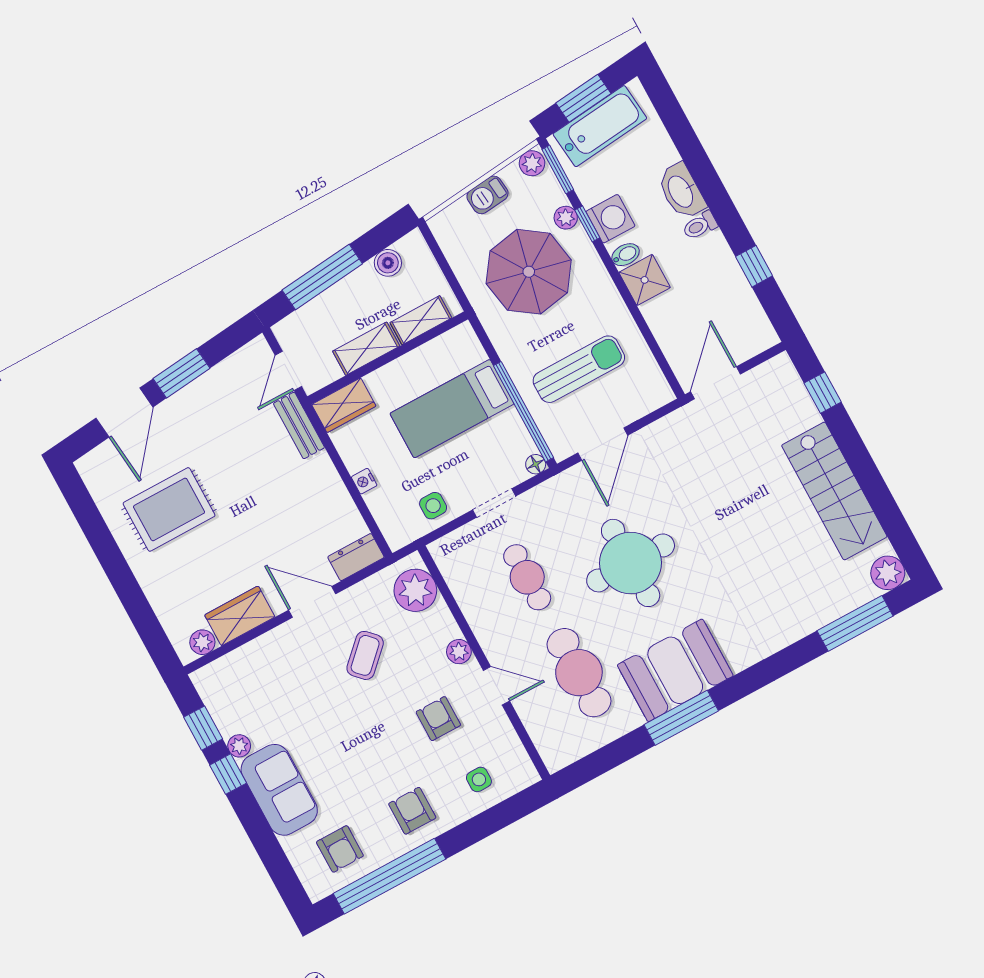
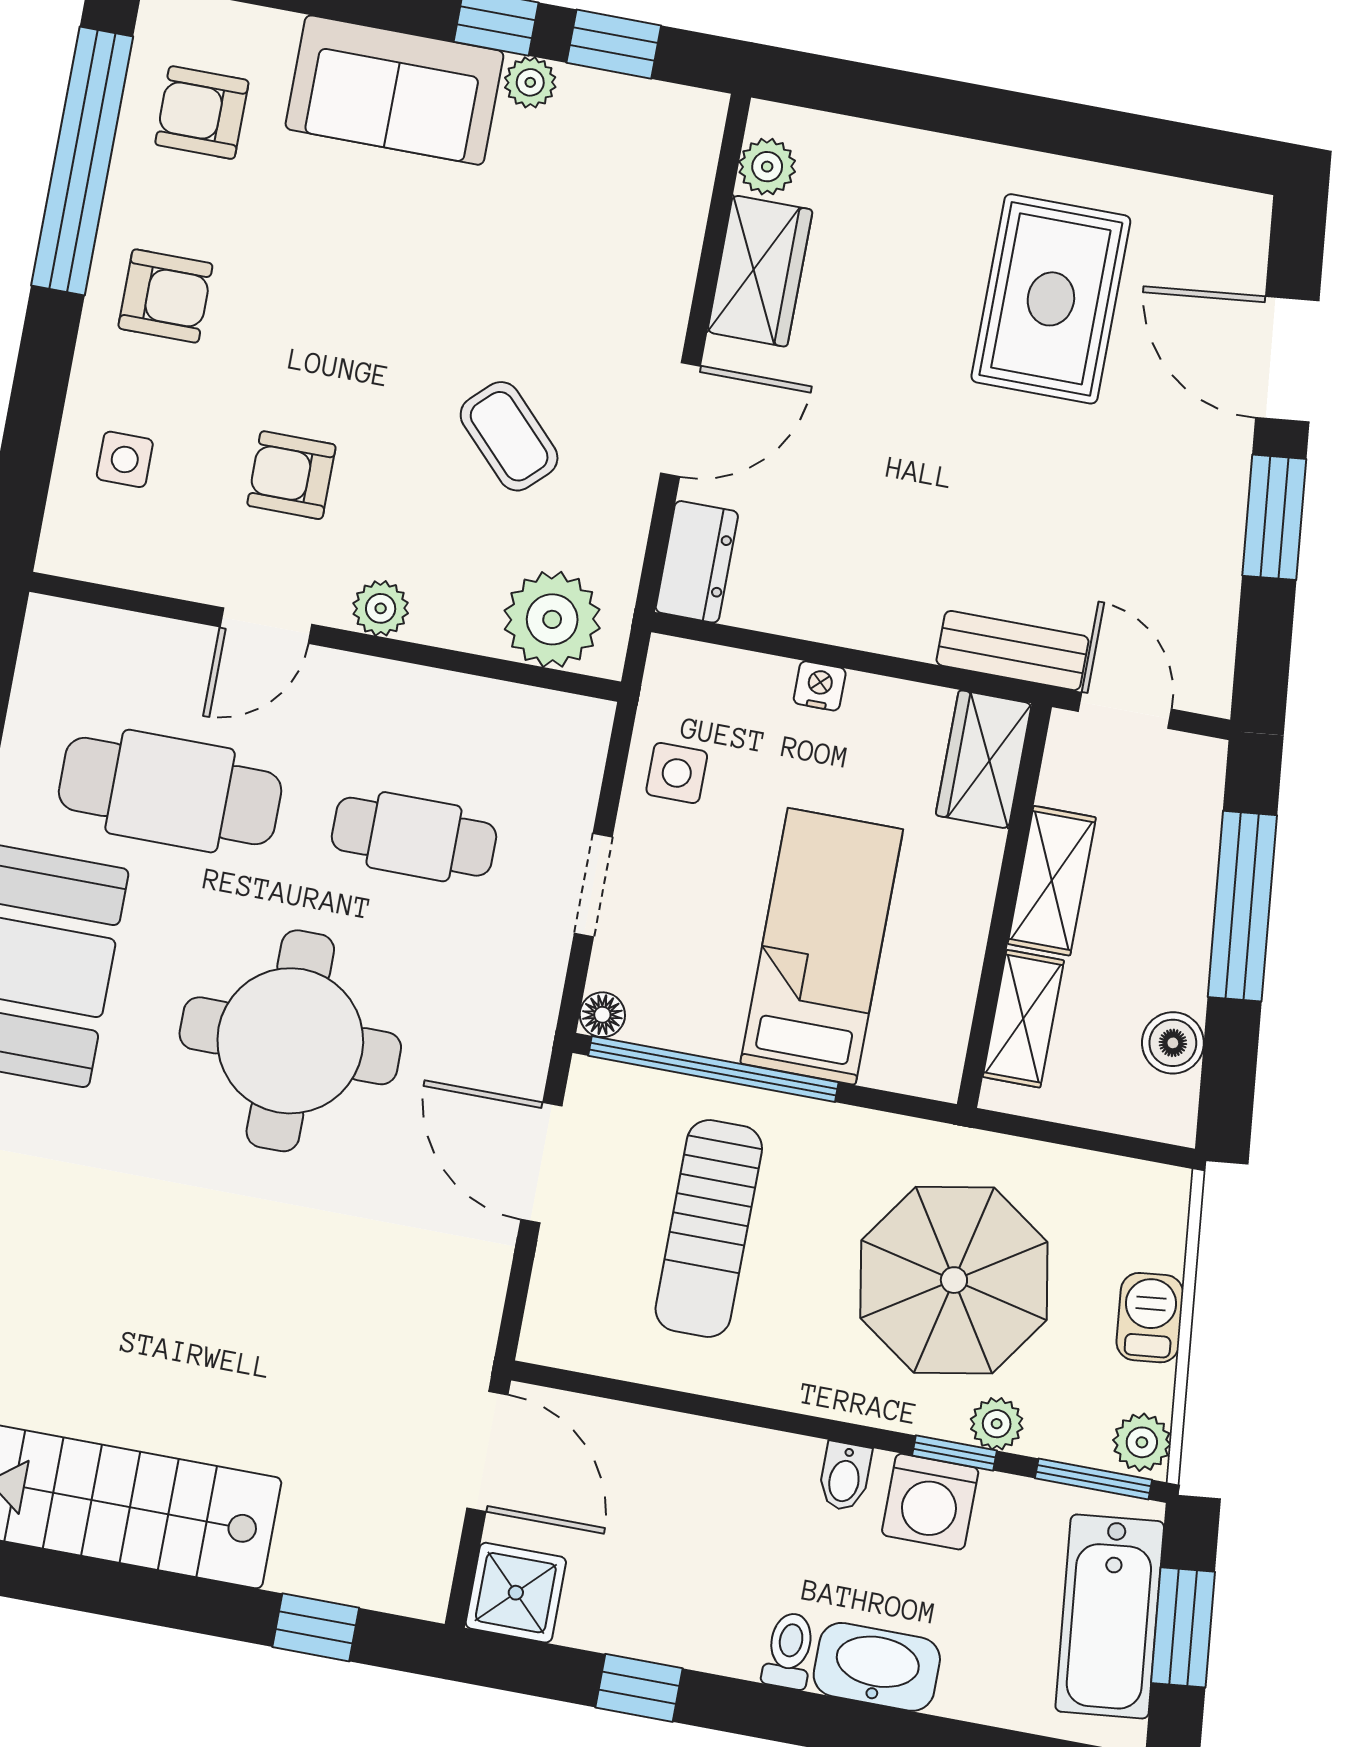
shower: (645, 280) -> (516, 1593), moved
armchair: (438, 719) -> (291, 475), turned 180

